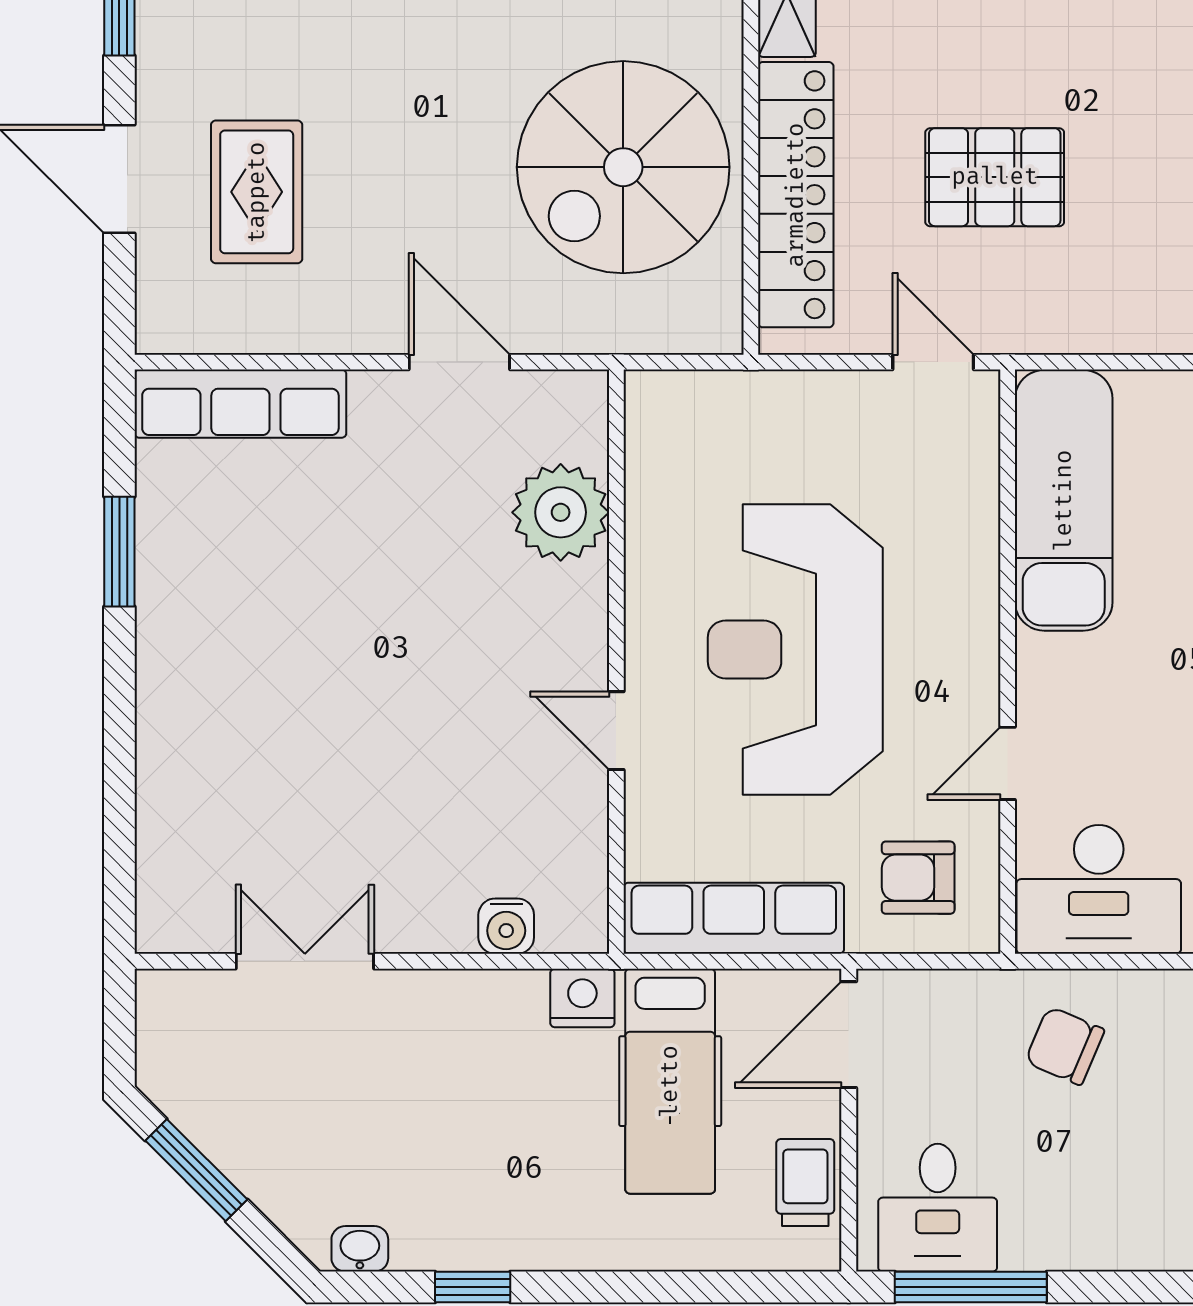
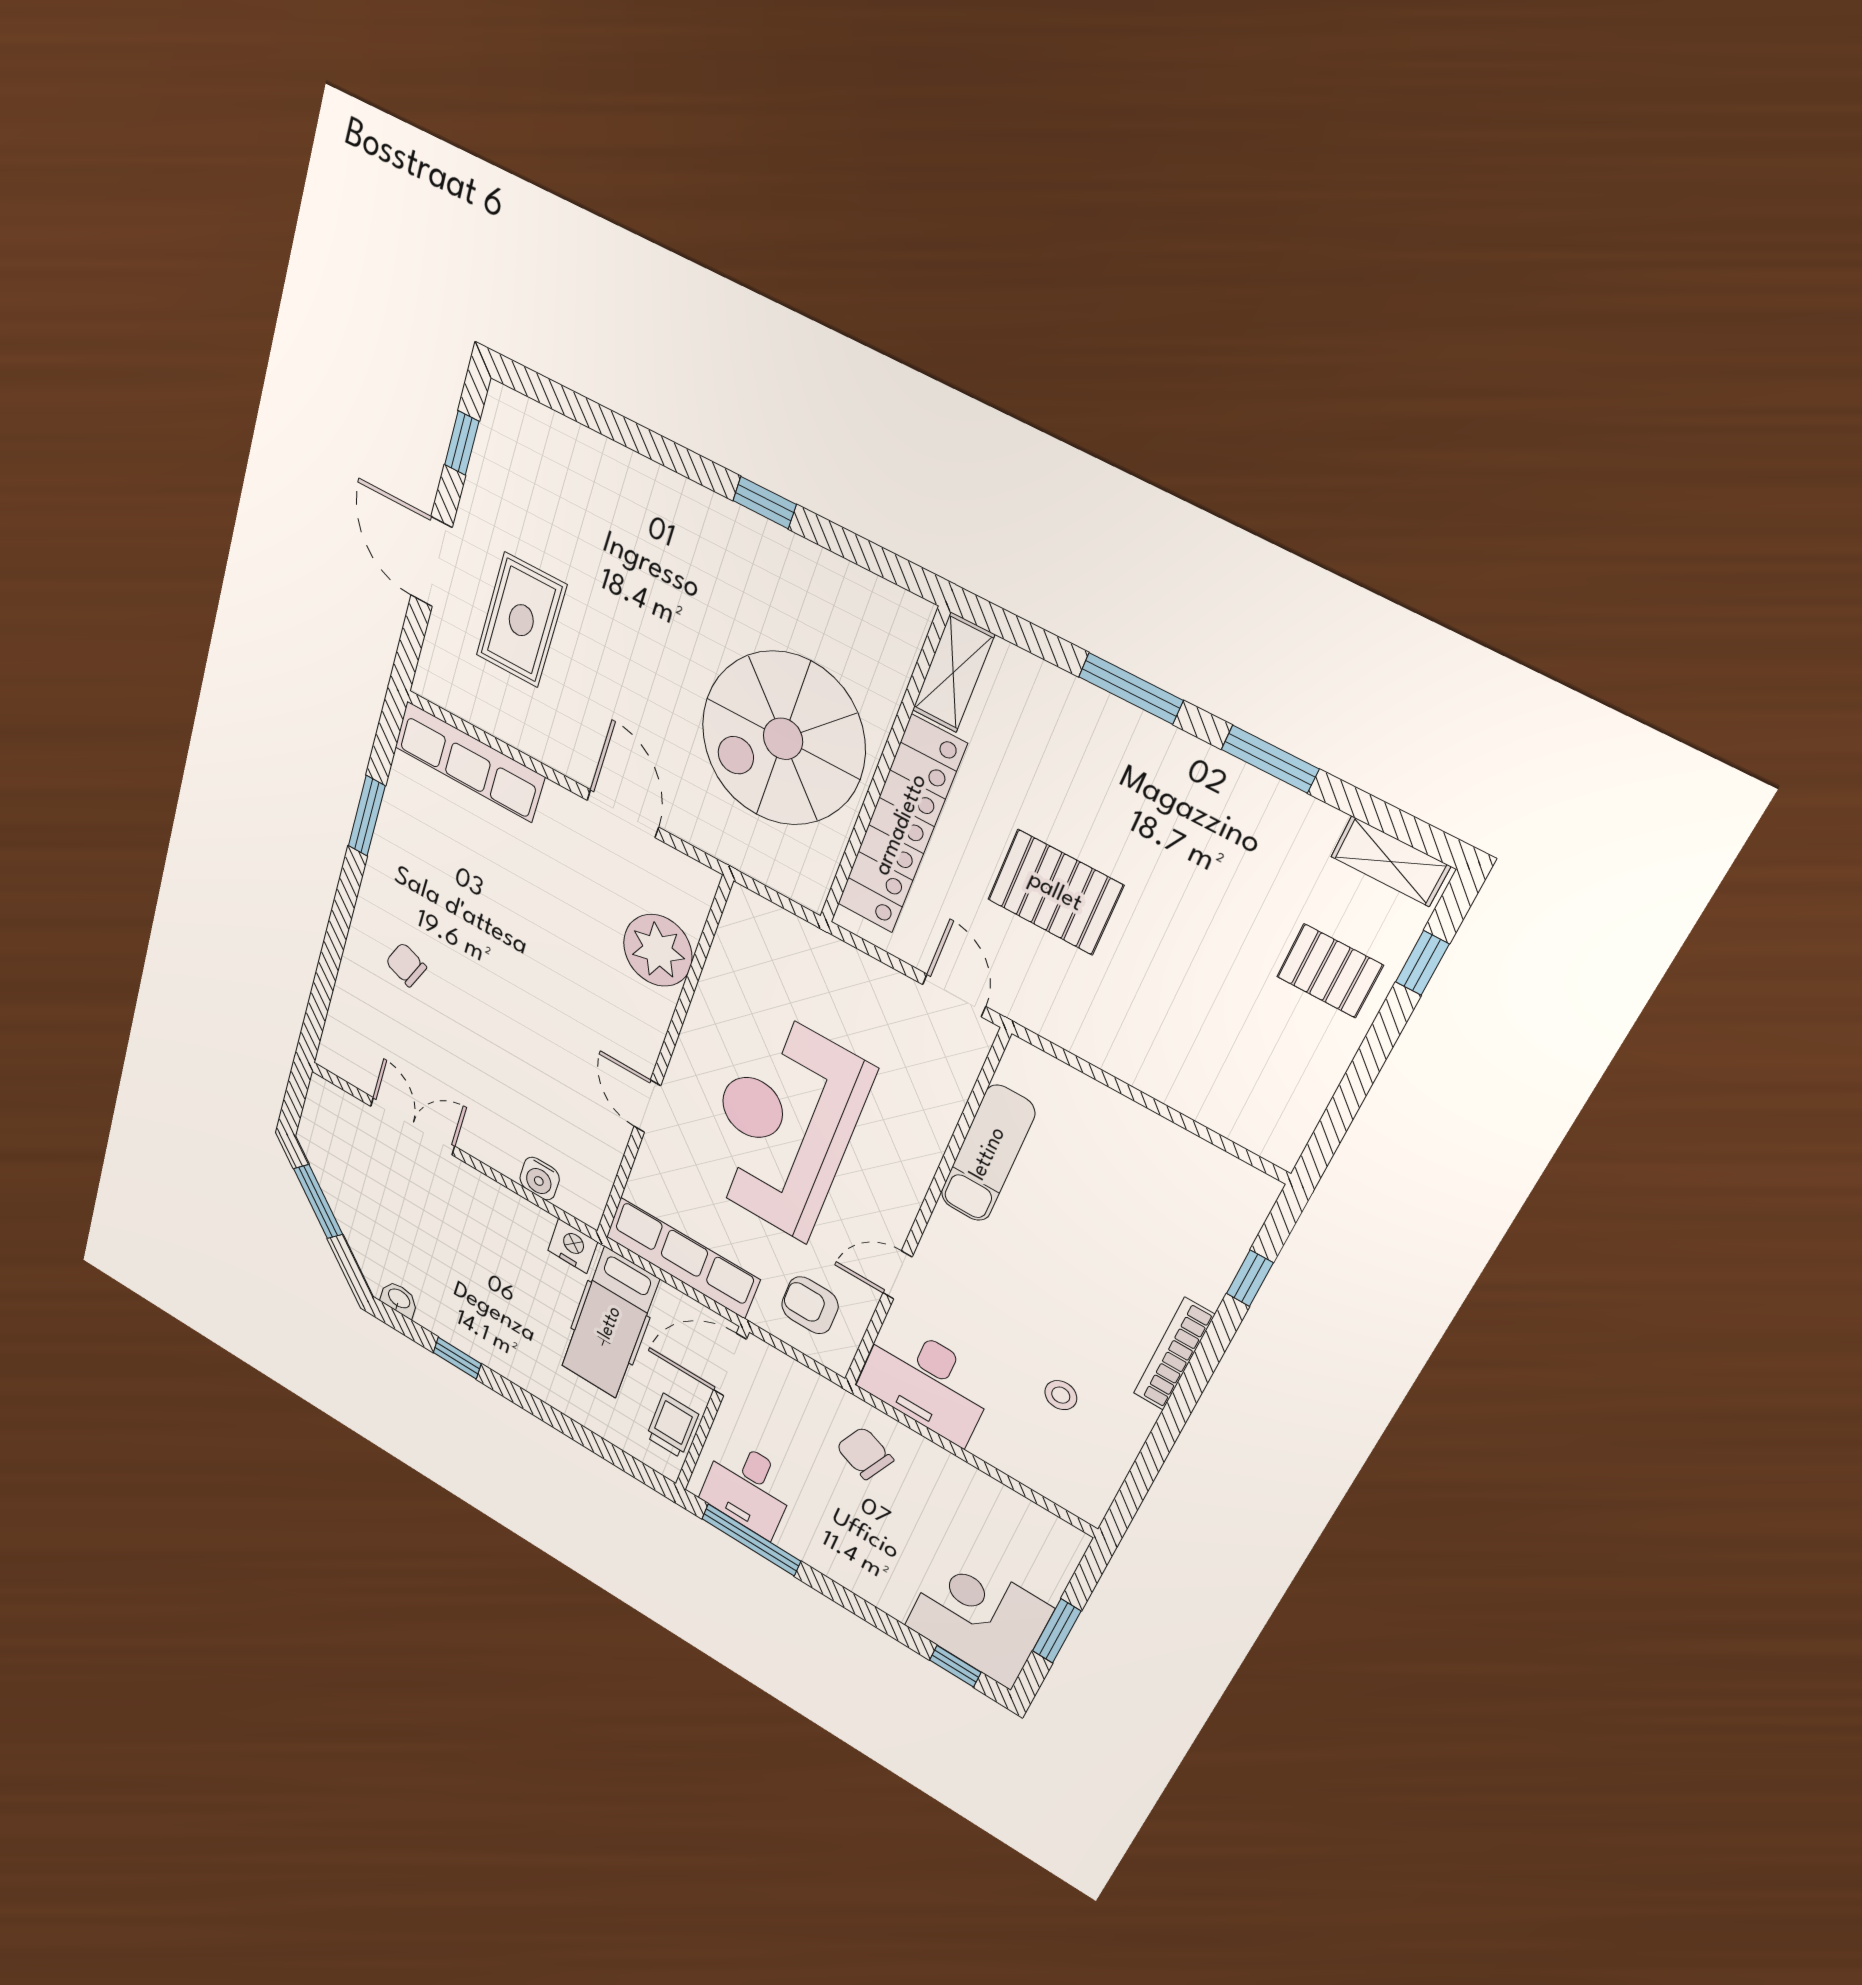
exam couch: (1064, 500) -> (988, 1154), width x0.73, depth x0.69
chair: (231, 728) -> (406, 965), added

